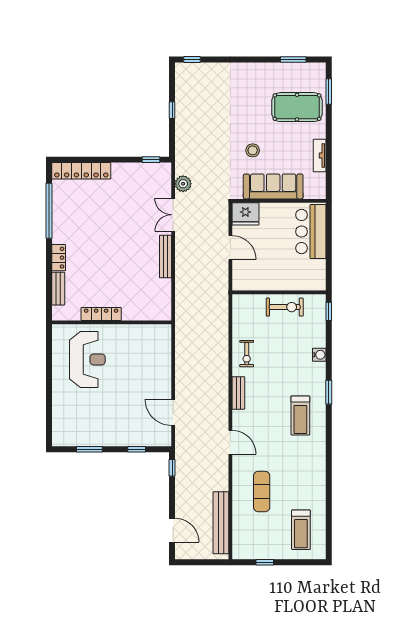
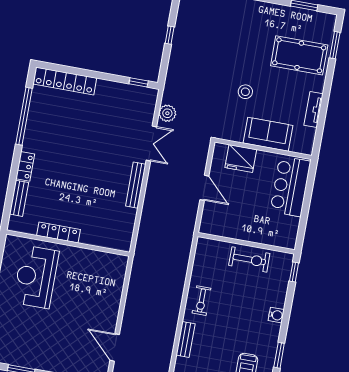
sofa: (273, 186) -> (268, 134), width x0.73
fridge: (245, 214) -> (241, 159), moved
double door: (173, 215) -> (151, 143), swing flipped
reception desk: (87, 359) -> (36, 277), turned 180

